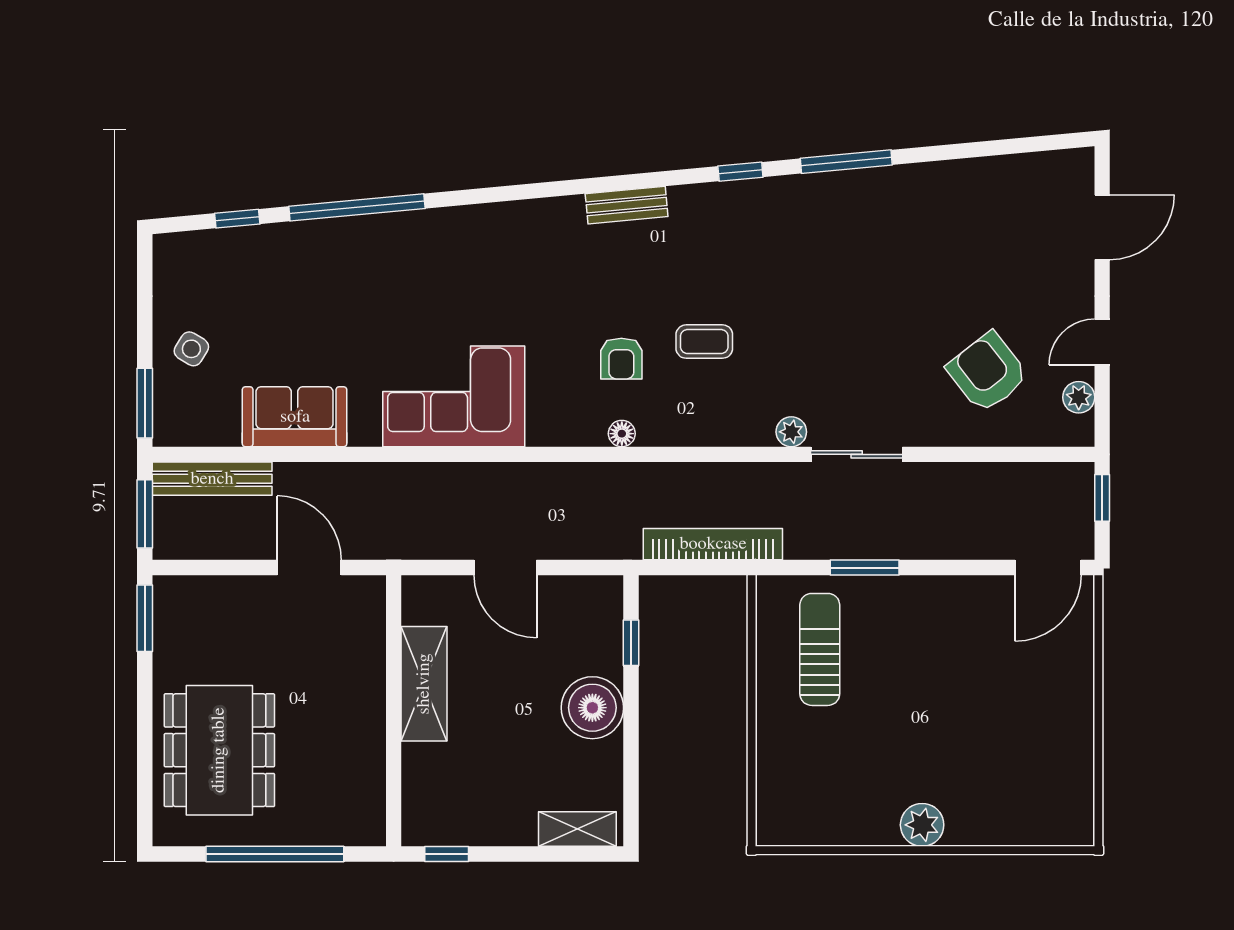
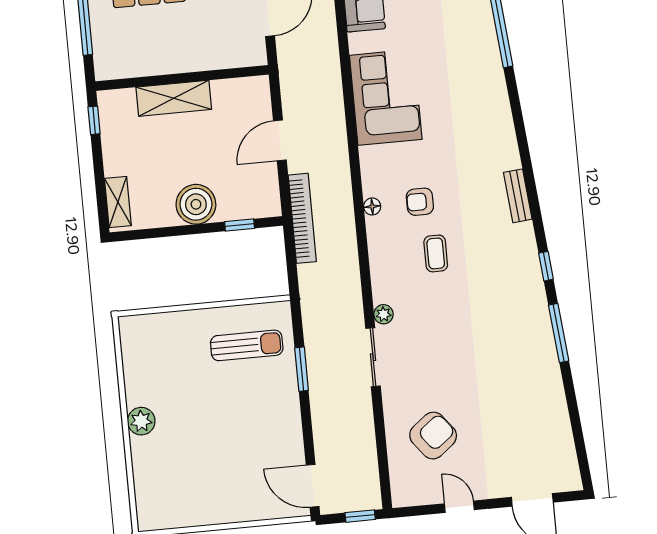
plant: (1079, 397) -> (423, 495), removed
bookcase: (713, 544) -> (302, 218), moved
shelving: (424, 684) -> (174, 98), moved

